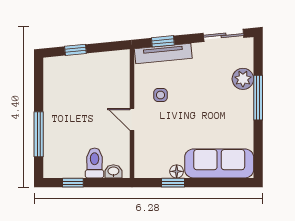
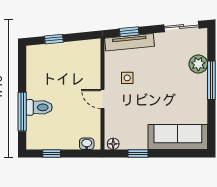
toilet: (95, 163) -> (39, 107), moved, turned 90
floor lamp: (177, 171) -> (113, 144), moved

